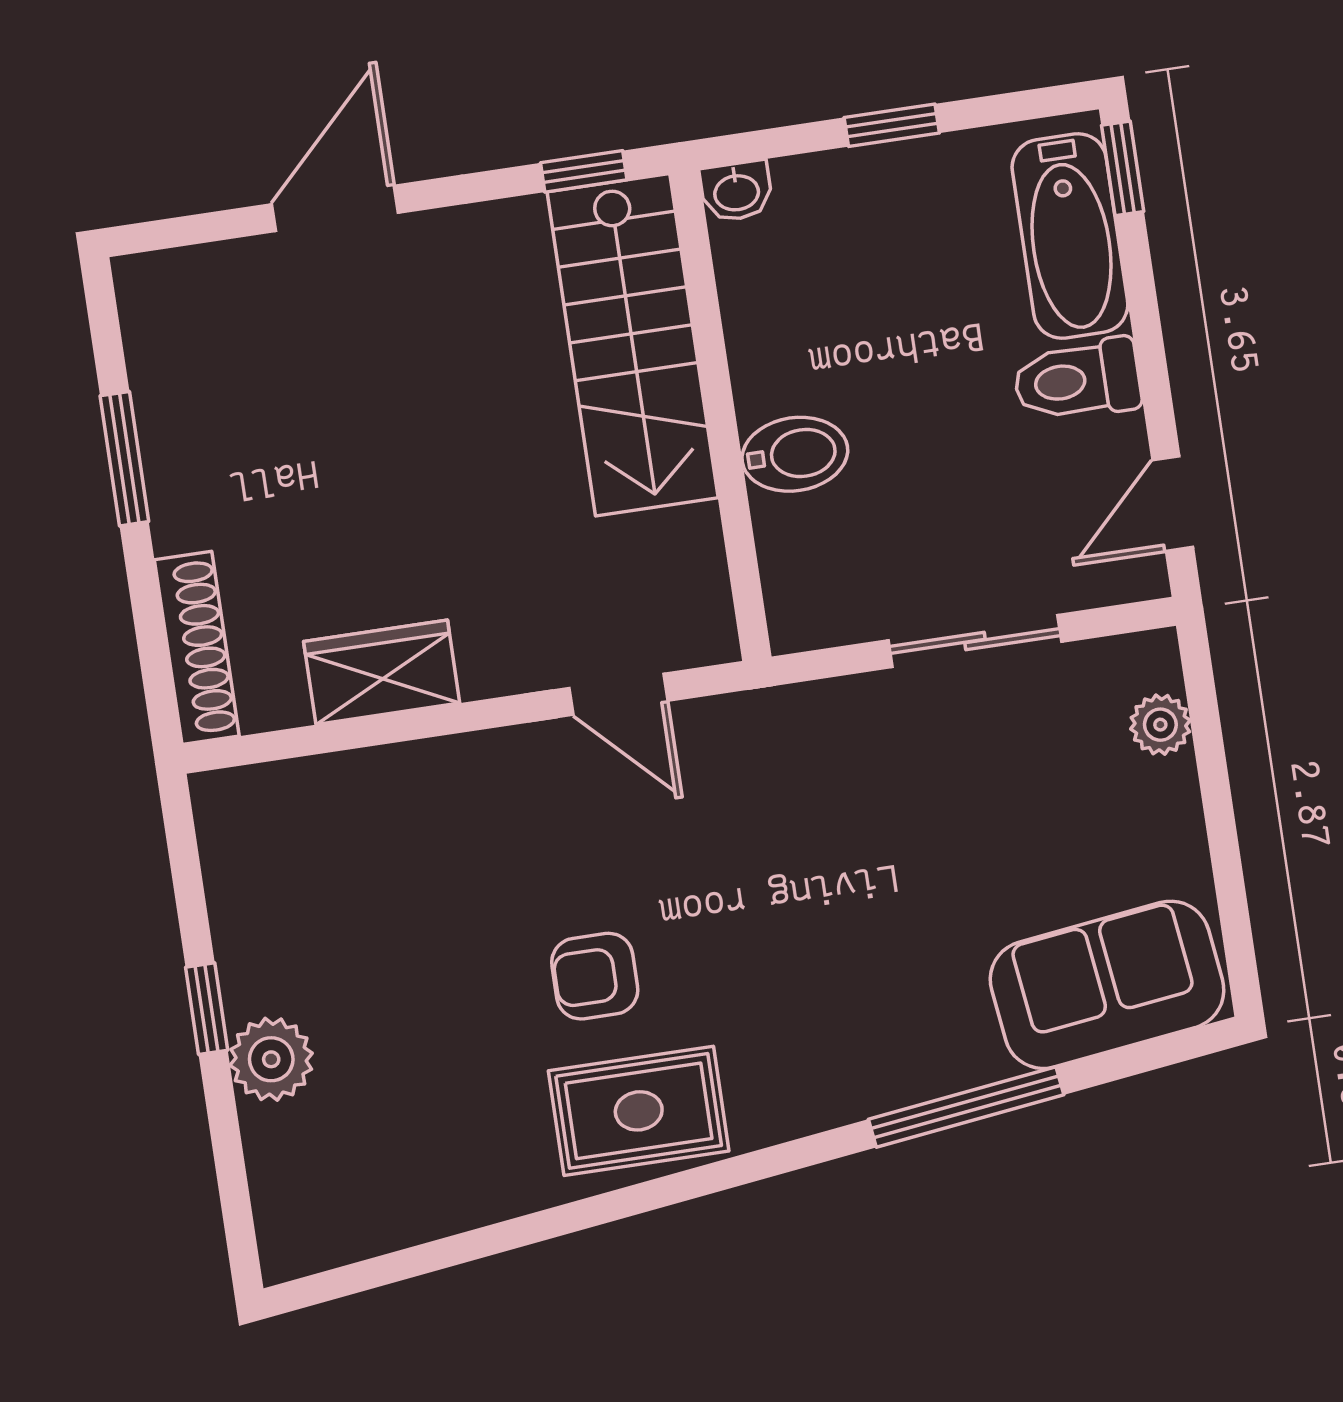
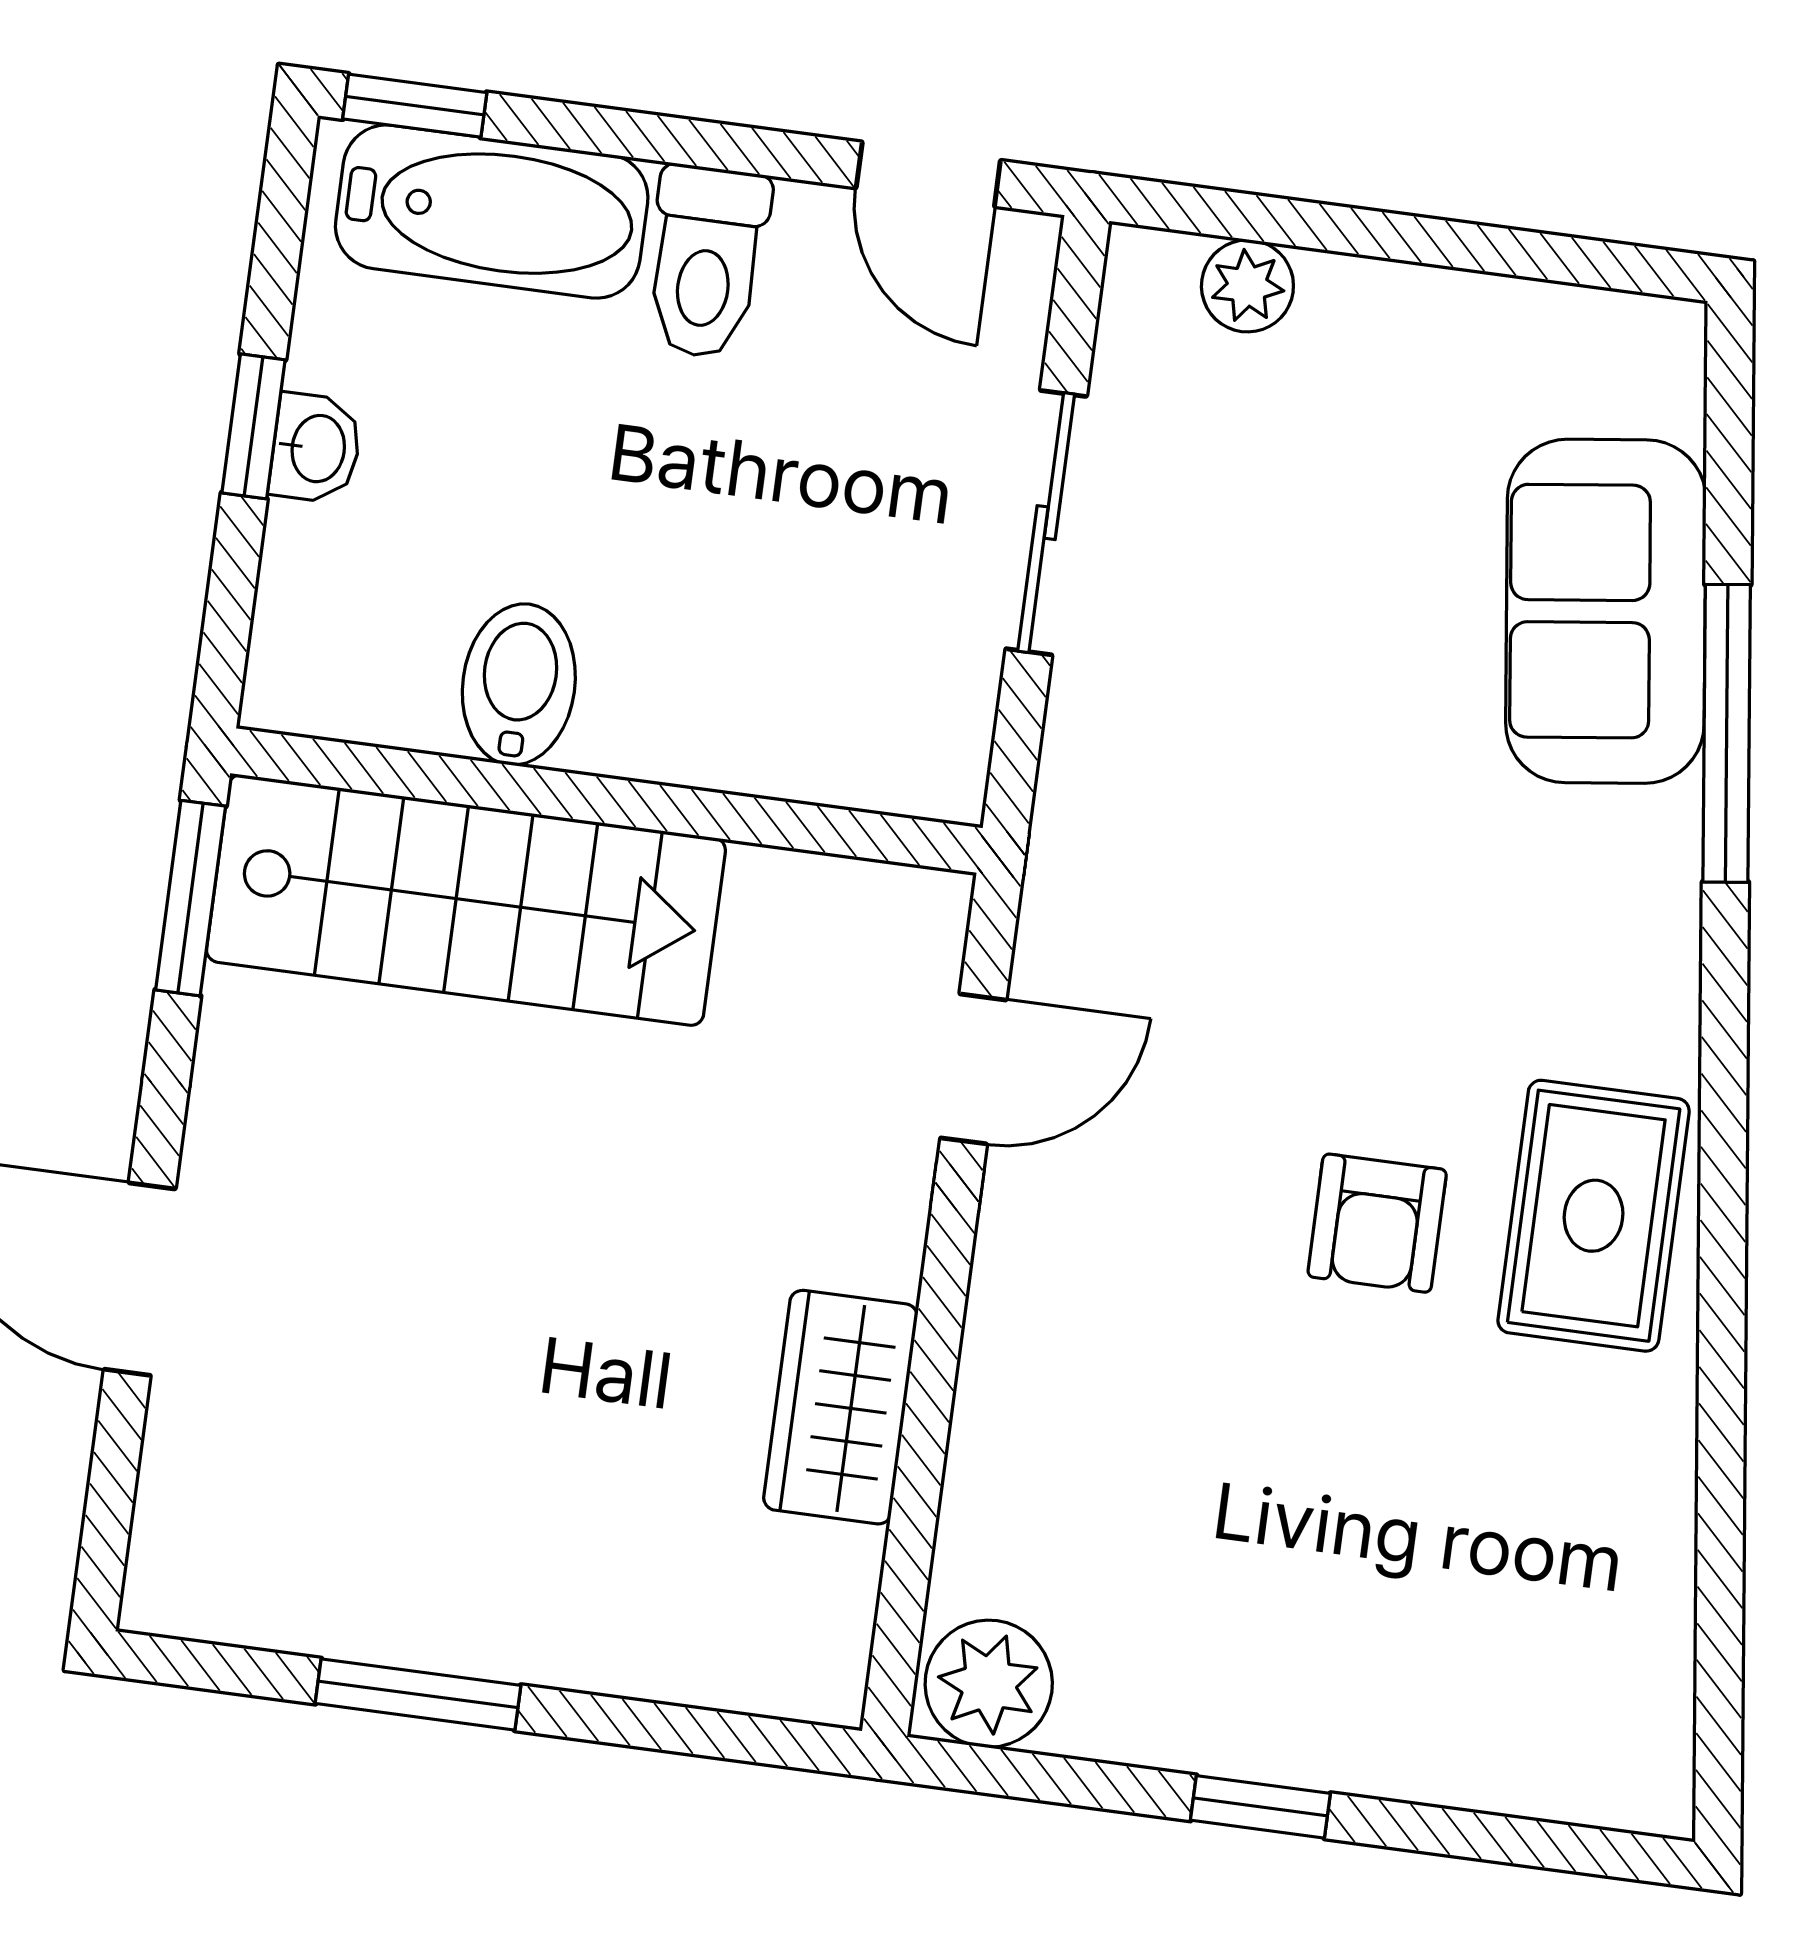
window: (584, 171) -> (191, 898), width x1.50
washbasin: (736, 191) -> (316, 448), moved
bidet: (795, 454) -> (519, 684), moved
shoe rack: (197, 648) -> (726, 1668), removed
sofa: (1107, 985) -> (1606, 611), moved
plant: (271, 1059) -> (989, 1684), moved

